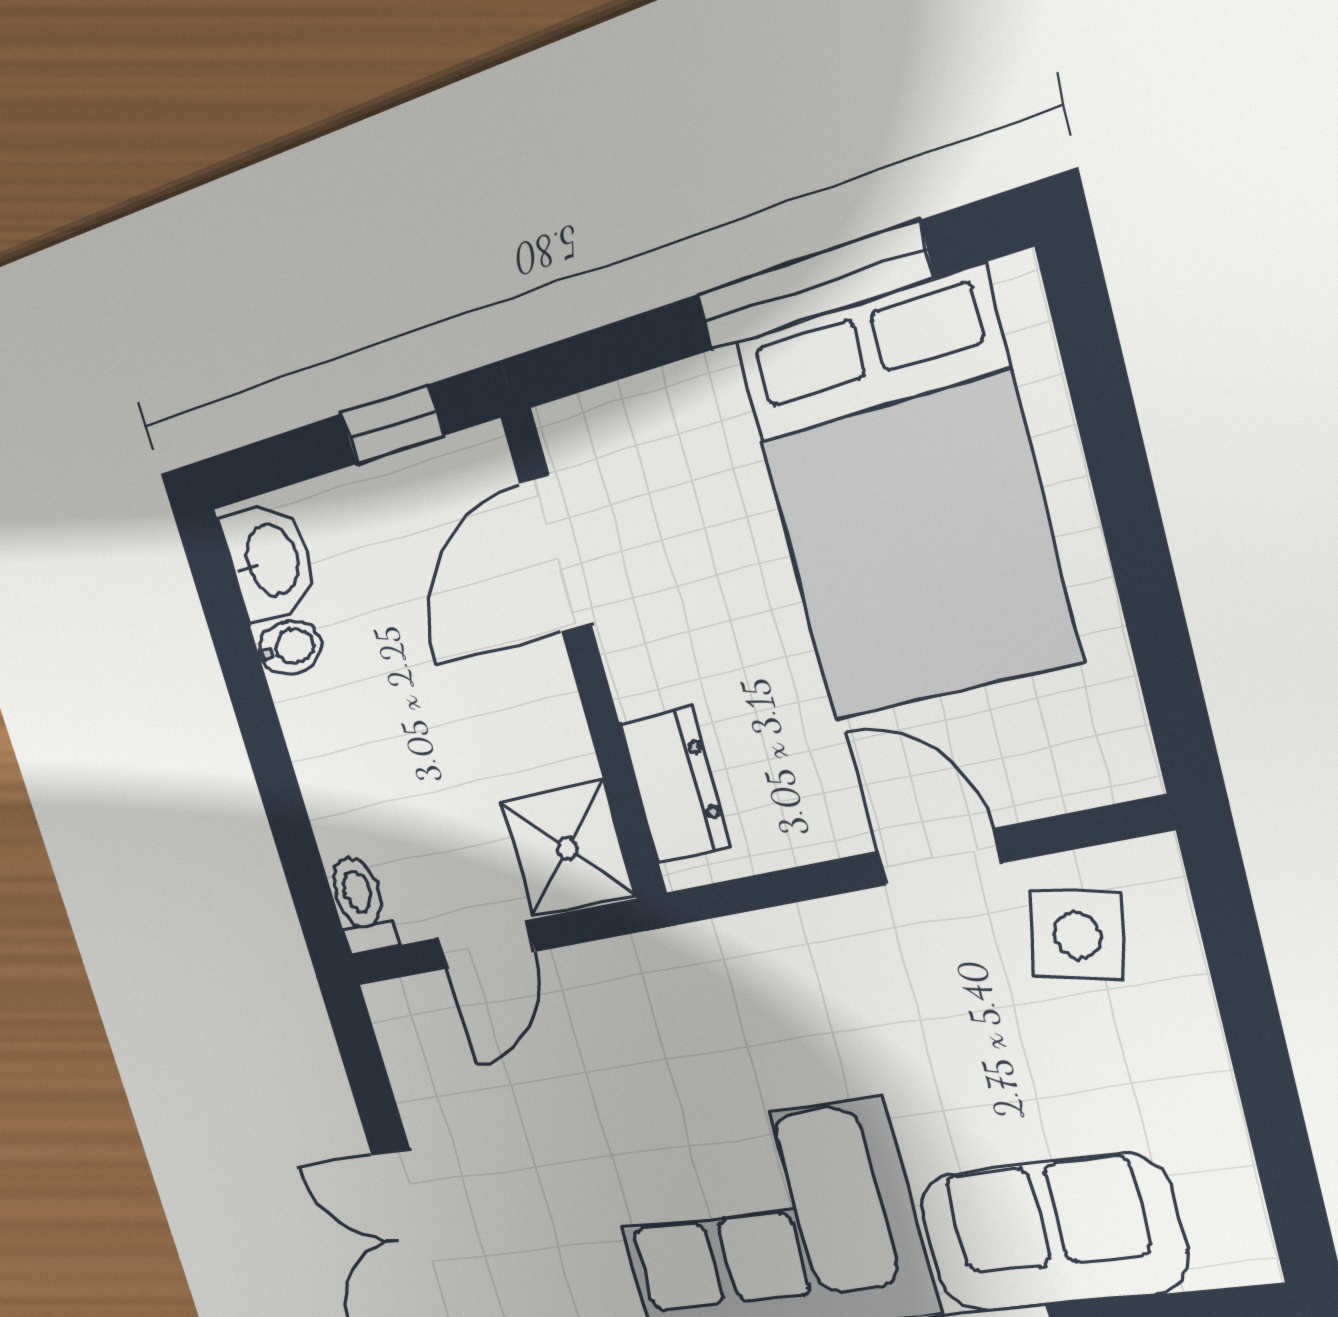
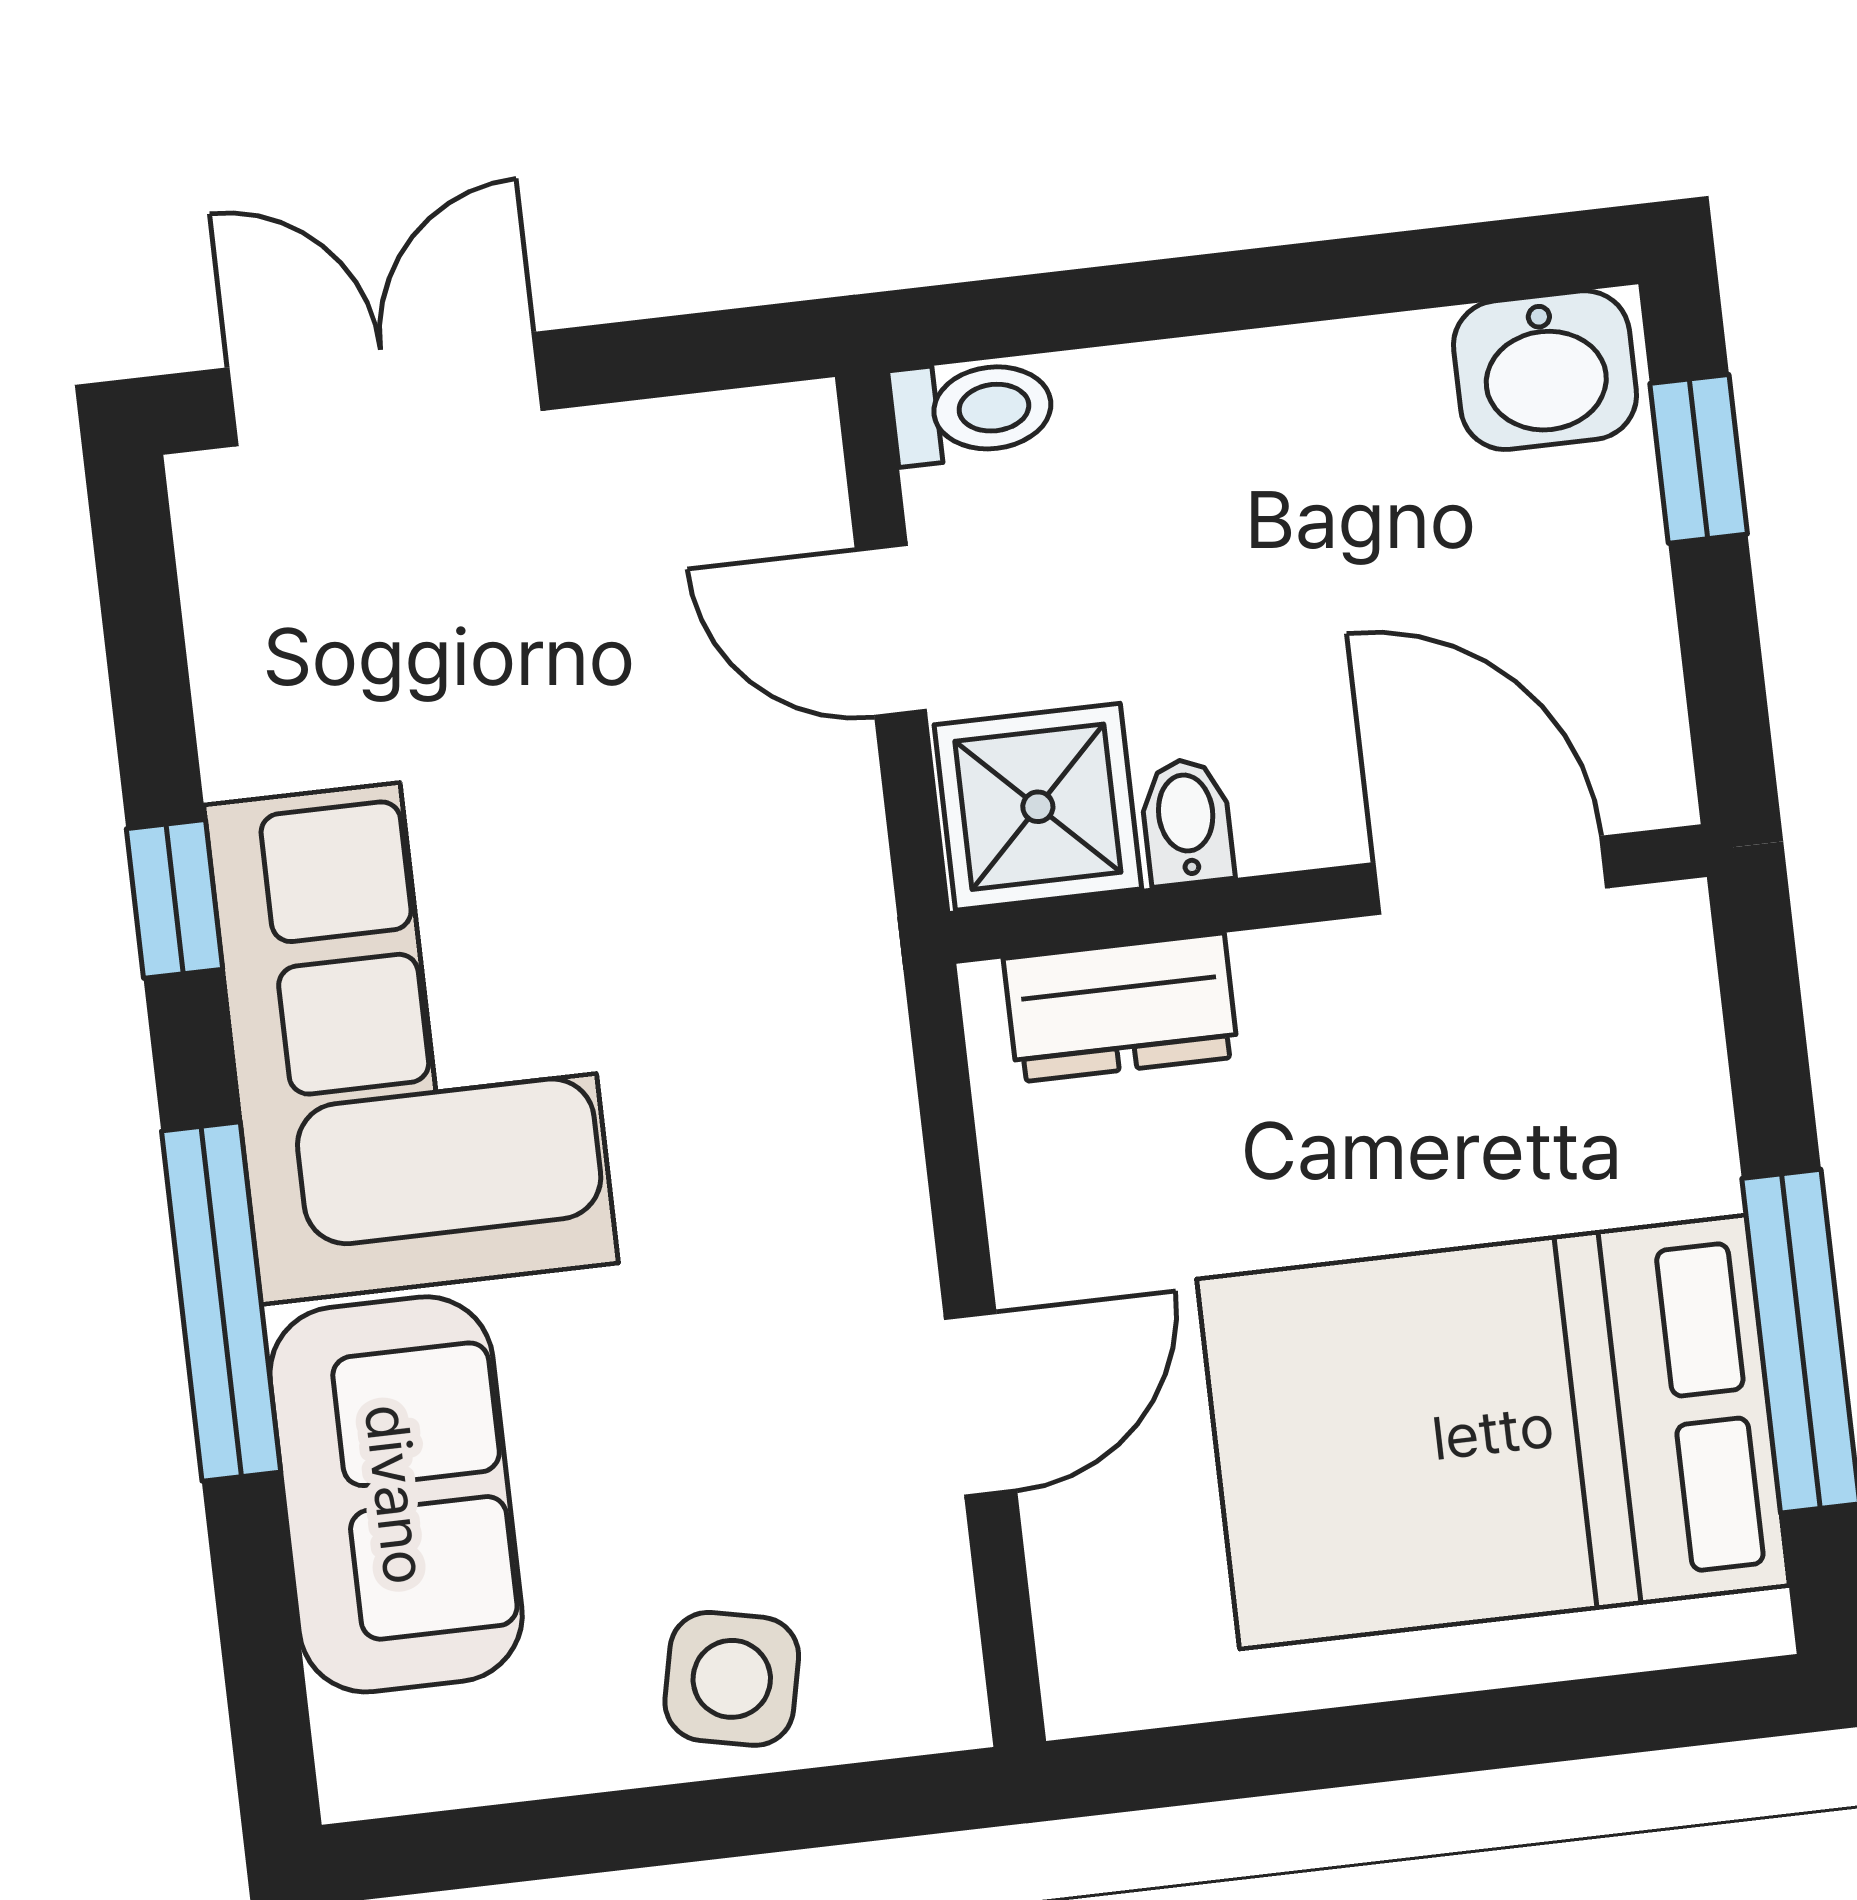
window: (392, 424) -> (1699, 459), moved
bidet: (290, 648) -> (1187, 822), moved, turned 180
side table: (1077, 935) -> (732, 1679), moved

